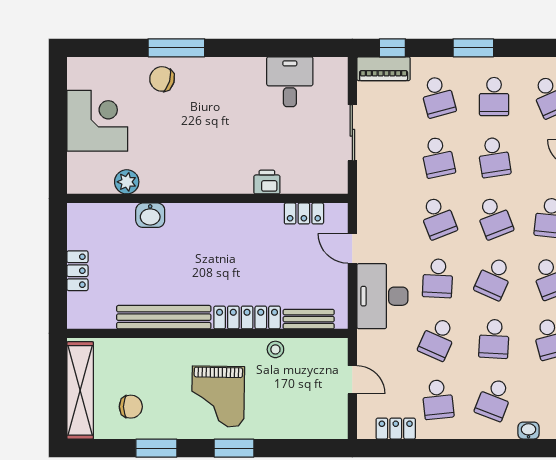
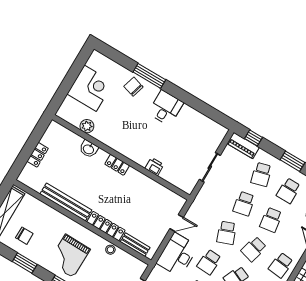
desk: (290, 82) -> (166, 108), moved
locker: (304, 213) -> (117, 165), moved
school desk: (494, 218) -> (254, 249), turned 36
door: (352, 248) -> (177, 223), swing flipped

